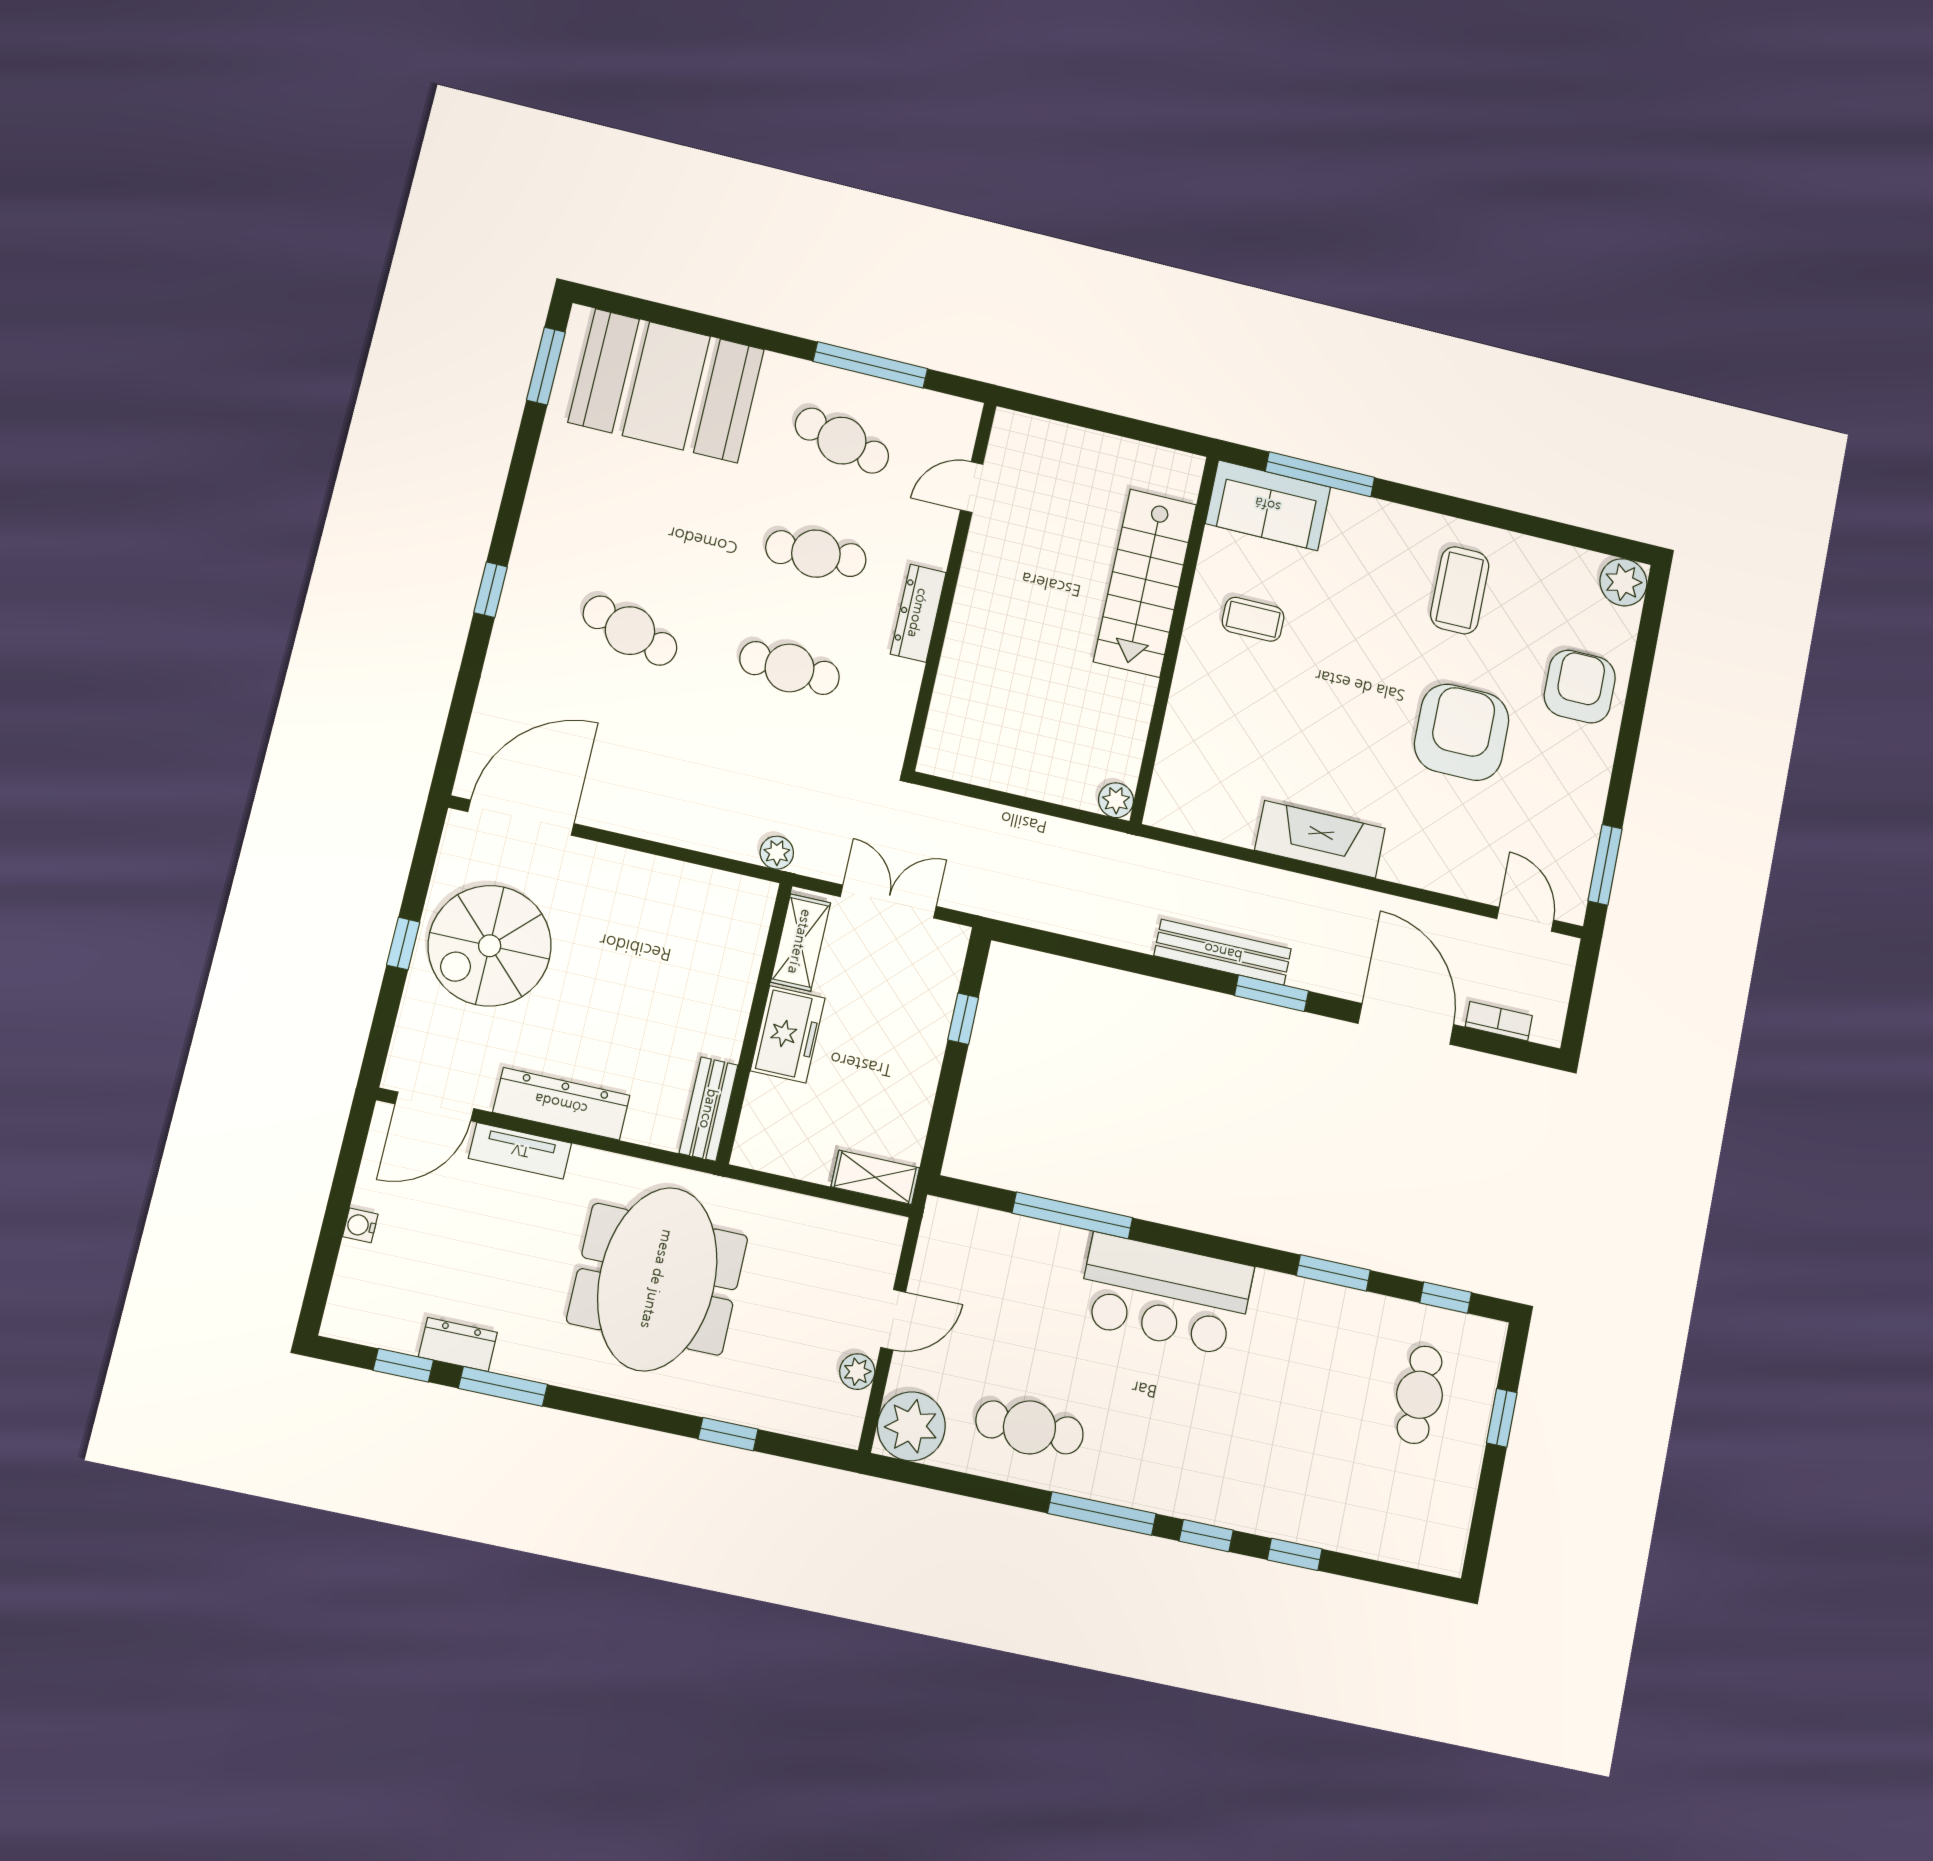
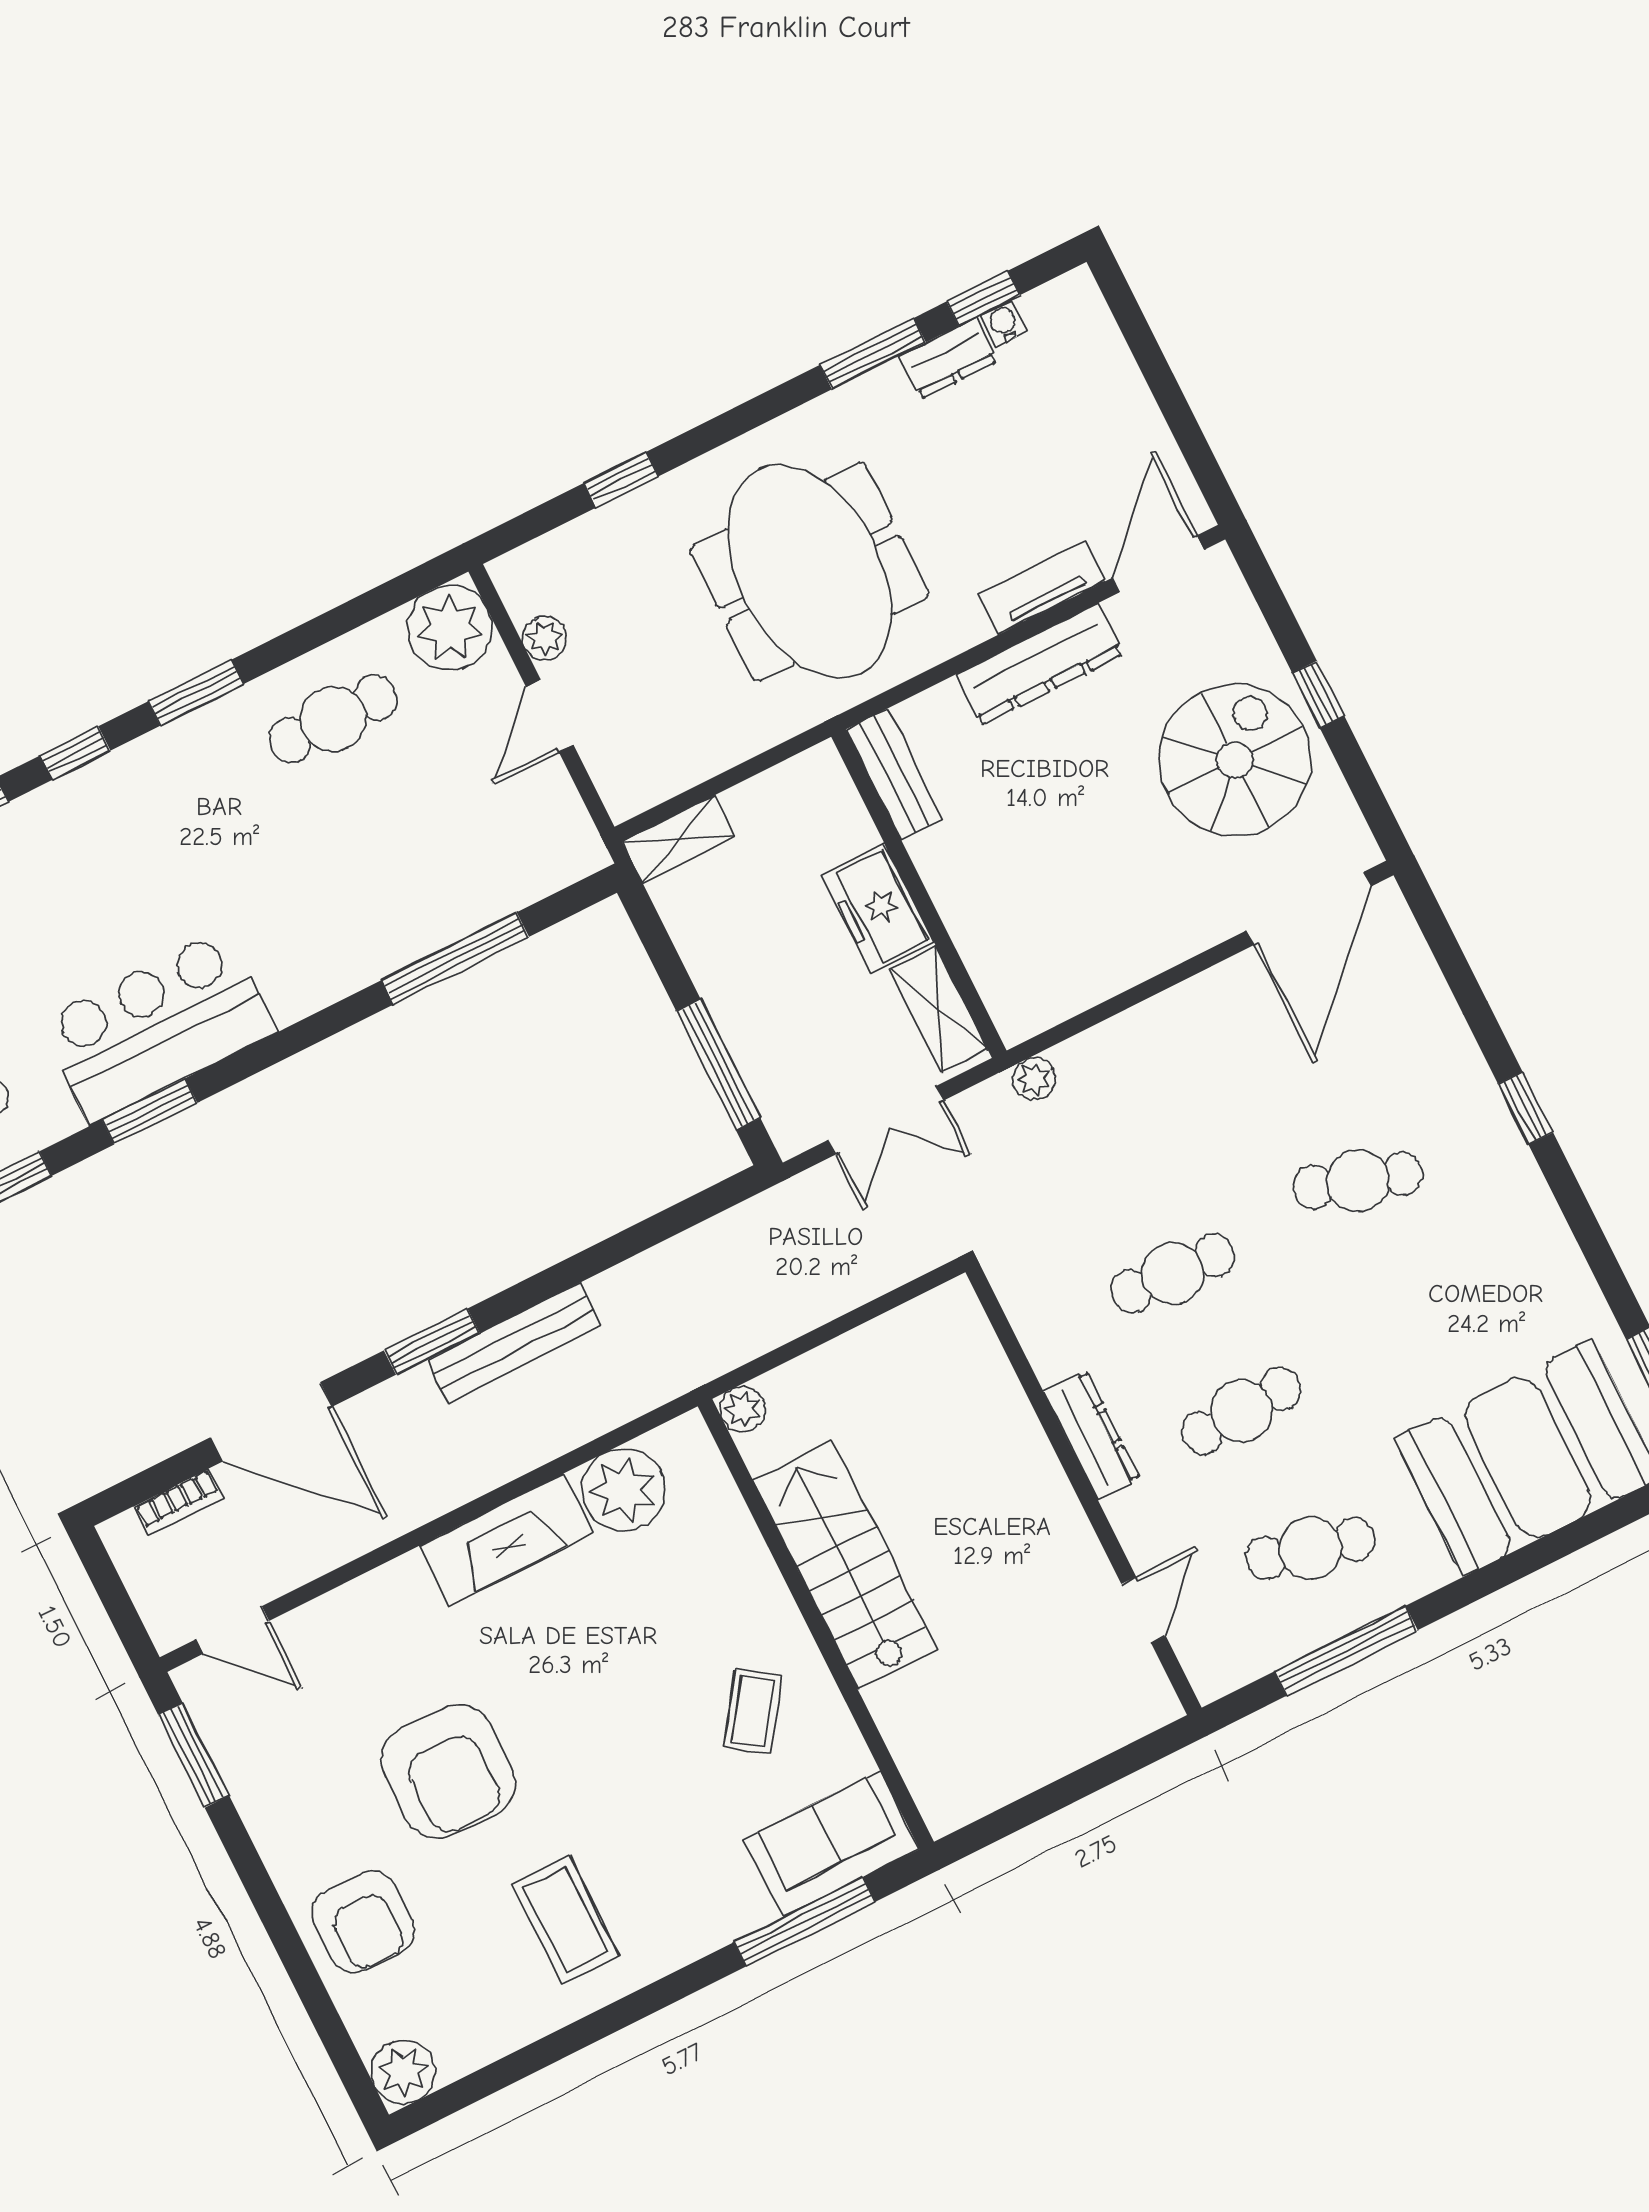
stairs: (1145, 583) -> (845, 1564), moved
coffee table: (1253, 619) -> (753, 1711), turned -55
plant: (1226, 811) -> (623, 1490), added
window: (963, 1019) -> (718, 1065), width x2.17
water cooler: (360, 1225) -> (1004, 323), moved, turned -90
bar counter: (1165, 1295) -> (158, 1027), moved
window: (1102, 1513) -> (196, 693), width x0.69

